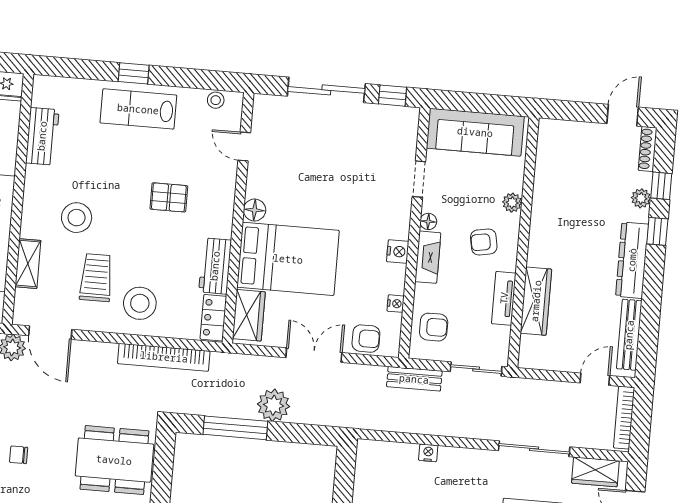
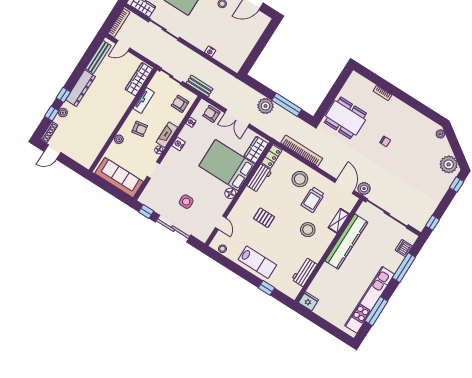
window: (134, 73) -> (266, 288), moved
side table: (328, 152) -> (186, 202), added
wardrobe: (536, 301) -> (139, 79), moved

